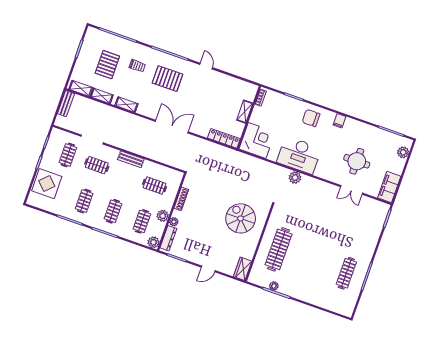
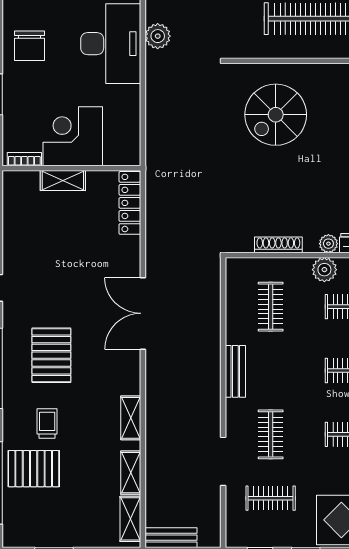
pallet: (107, 65) -> (34, 469), moved
corner desk: (257, 140) -> (73, 136), moved

